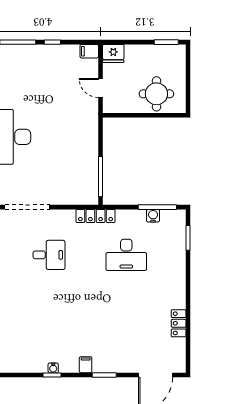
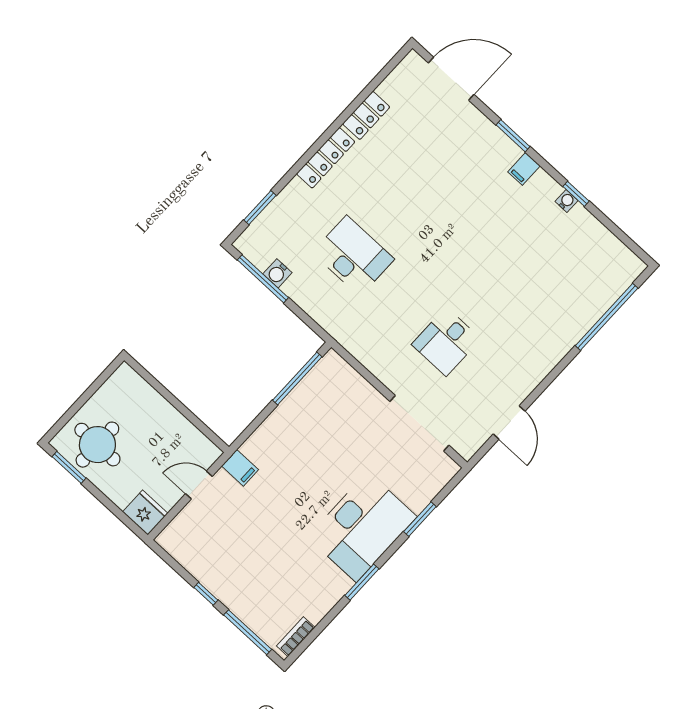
filing cabinet: (89, 51) -> (240, 468), moved
door: (101, 88) -> (199, 485), swing flipped
round table: (156, 94) -> (97, 445), moved
locker: (96, 216) -> (326, 158), moved, turned 90
desk: (49, 255) -> (446, 342), turned -90

